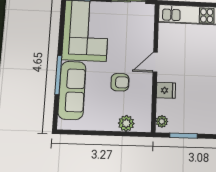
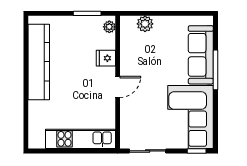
armchair: (120, 82) -> (153, 65), removed

